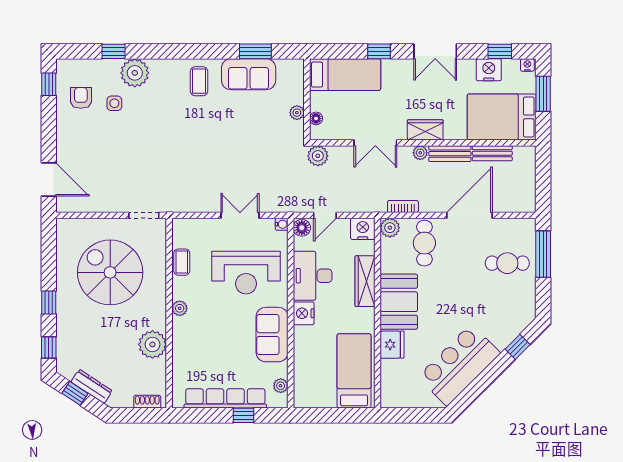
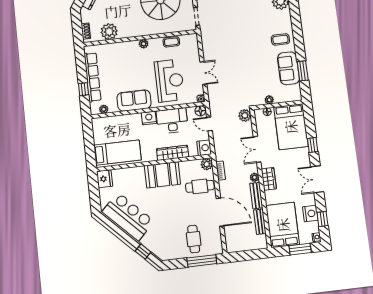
bed: (345, 75) -> (291, 127), width x1.50
reception desk: (246, 273) -> (169, 81), turned 180
plant: (152, 344) -> (109, 32), moved
fridge: (392, 345) -> (105, 179), moved, turned -90

